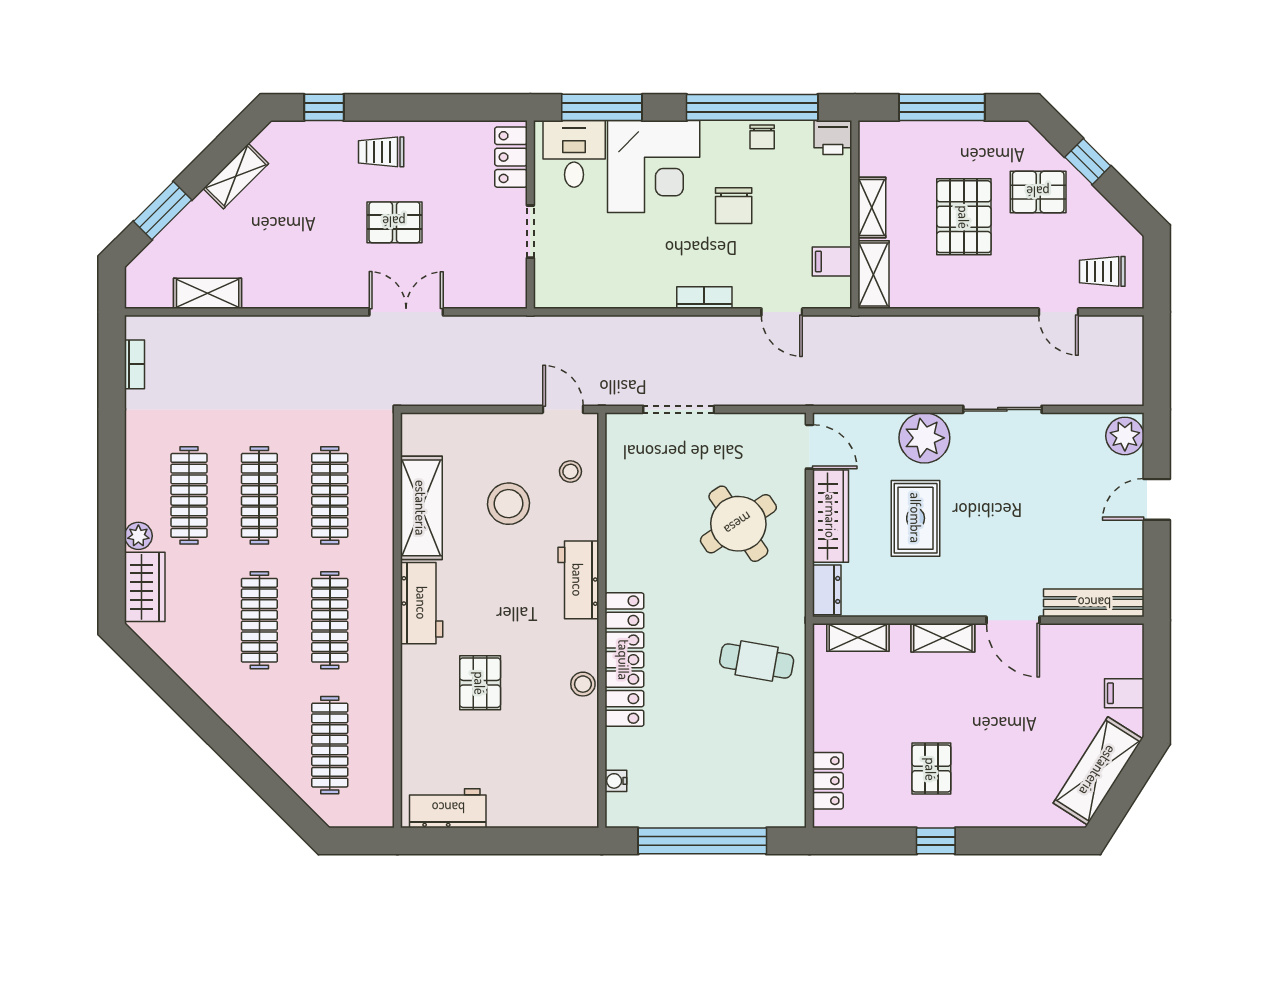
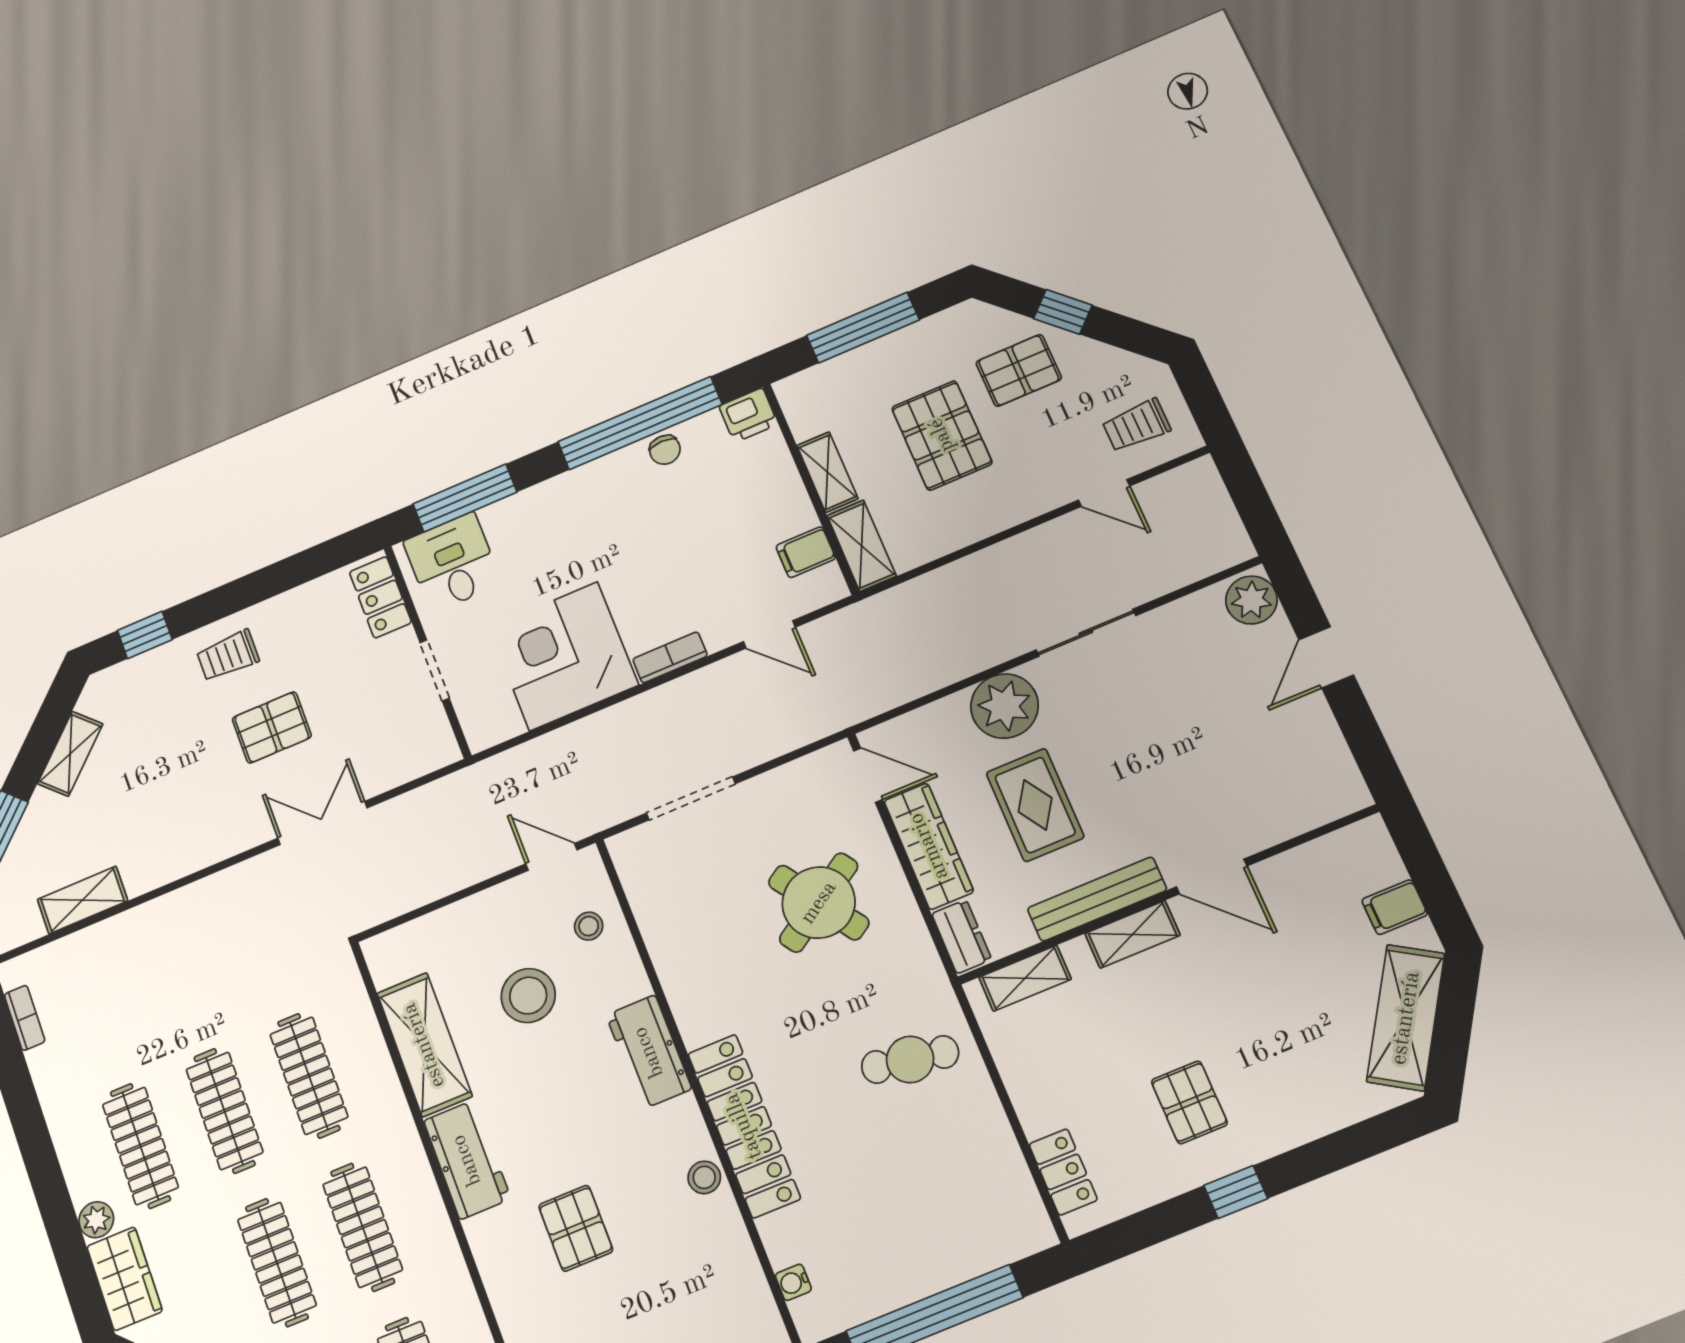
corner desk: (654, 166) -> (564, 656), moved, turned 180
chair: (734, 206) -> (663, 540), removed
bench: (1094, 603) -> (1097, 899), moved

